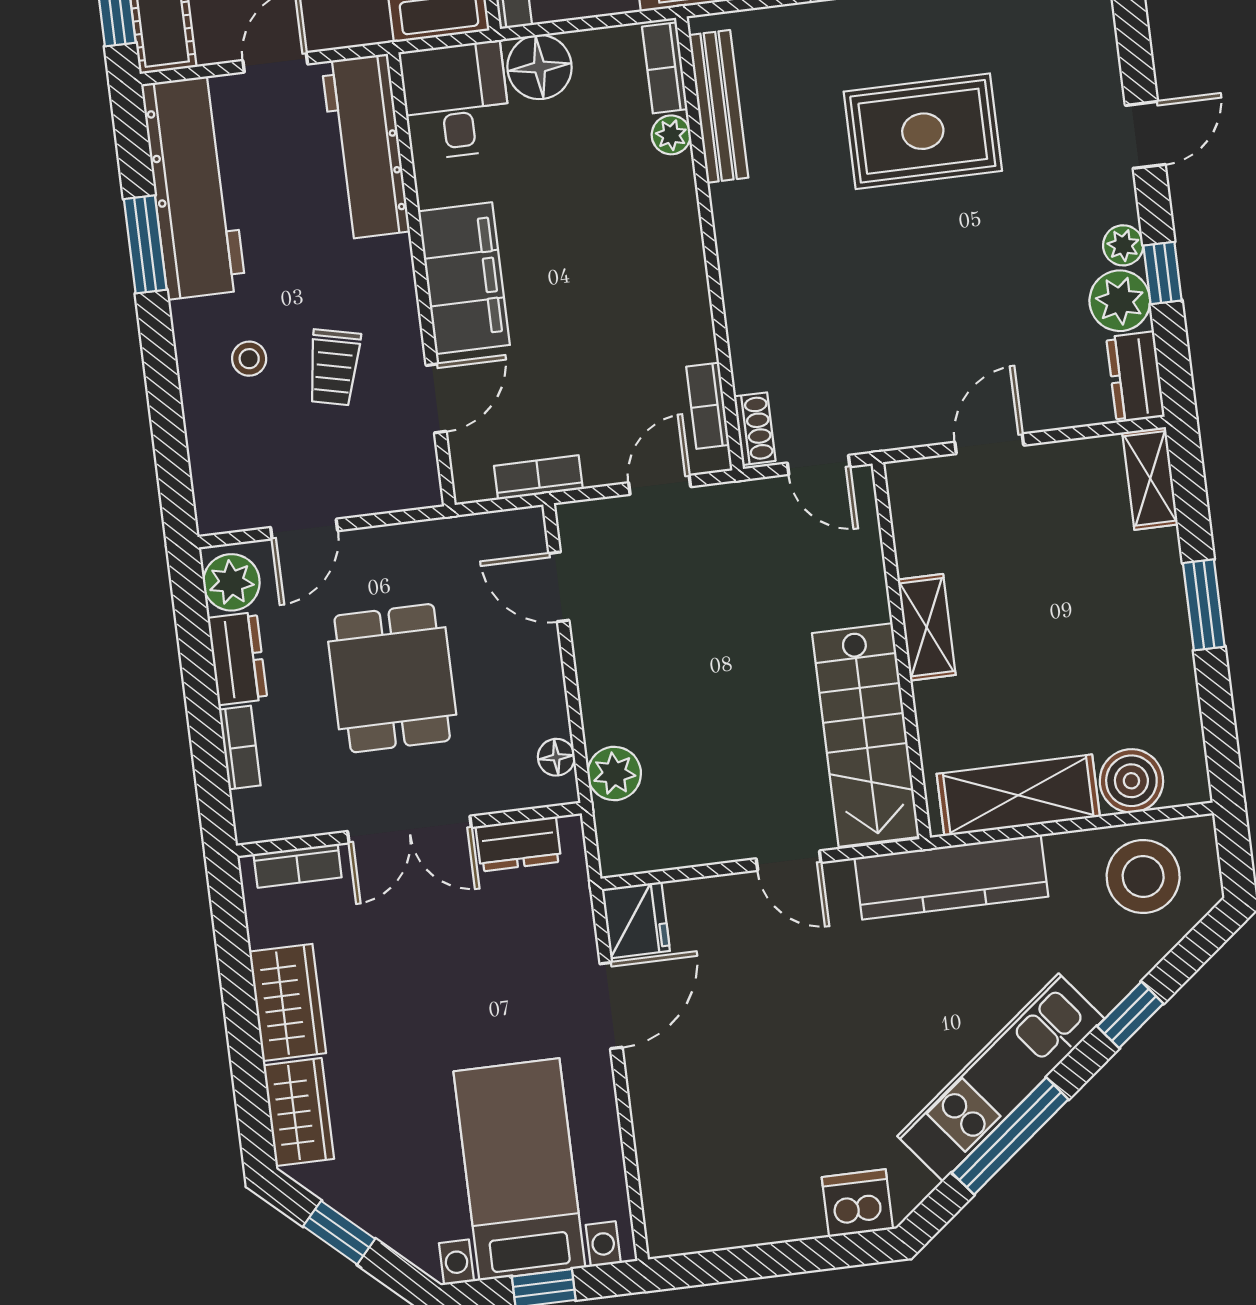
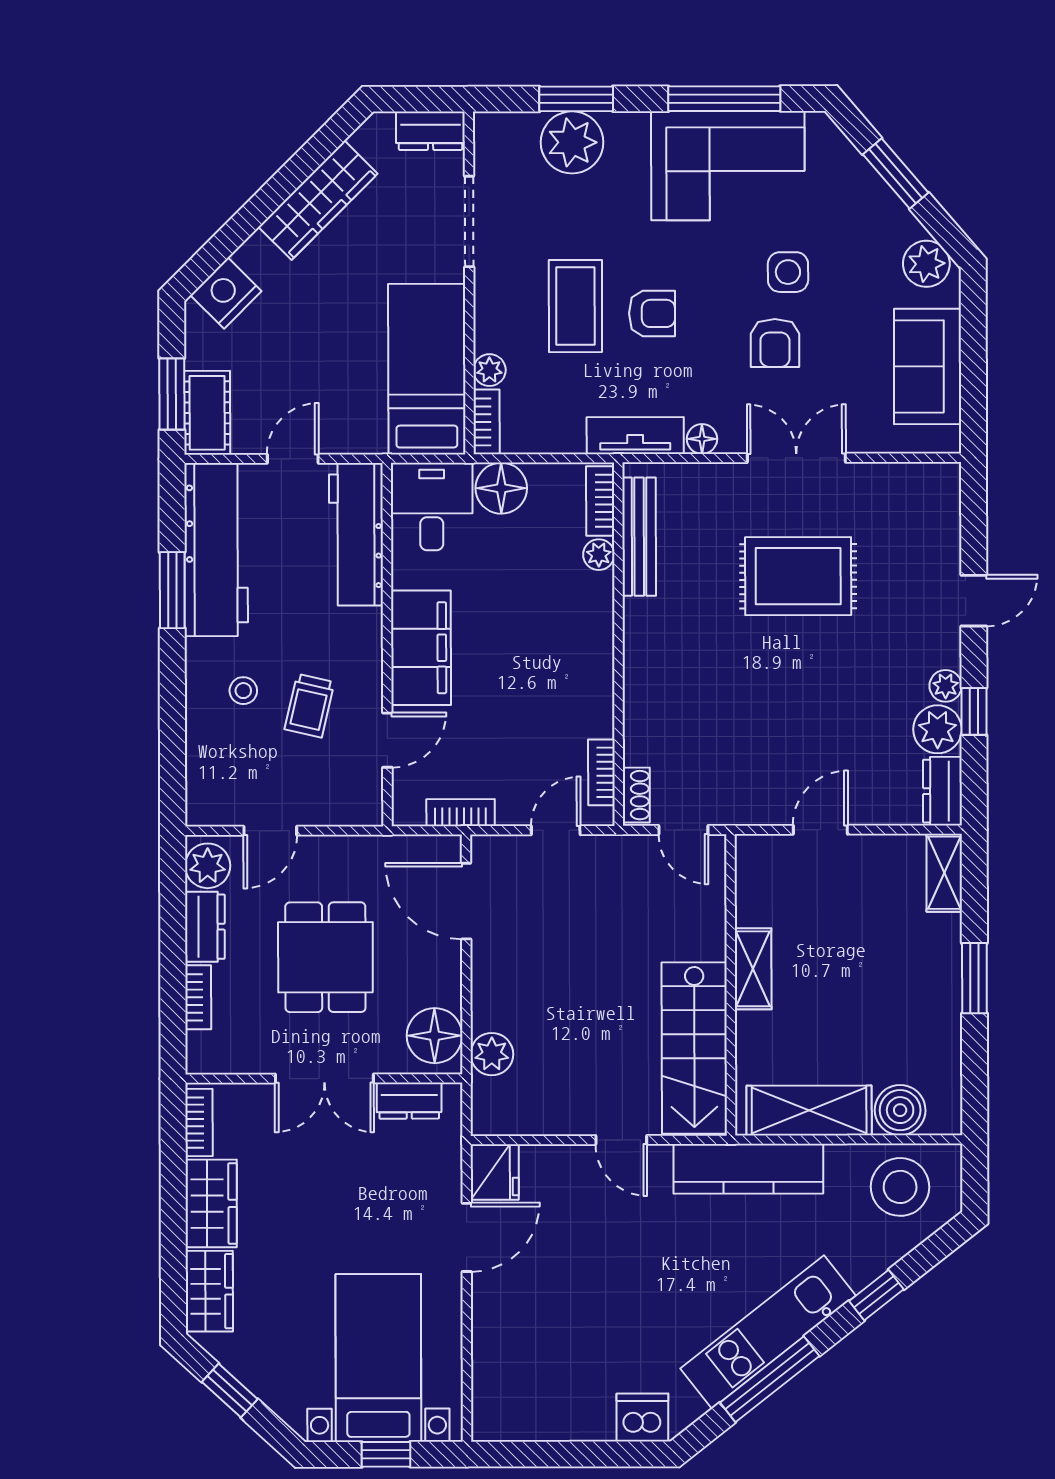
door: (559, 587) -> (466, 901), width x1.38
floor lamp: (556, 757) -> (435, 1036), width x1.89, depth x1.89
bookcase: (298, 866) -> (199, 1122), moved, turned -90

